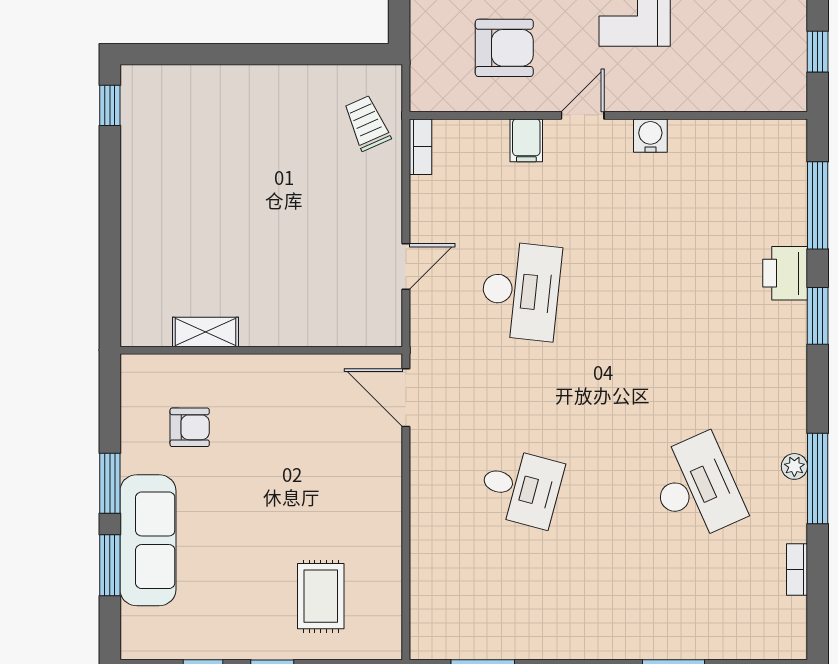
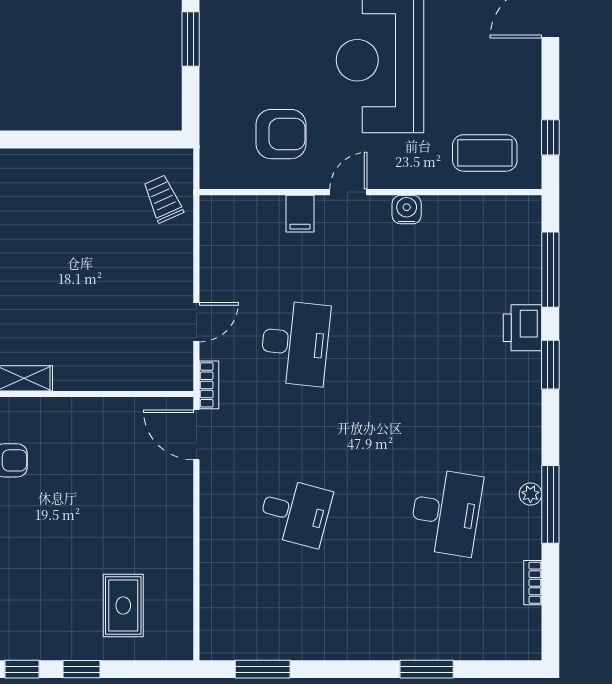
coffee table: (741, 70) -> (485, 153), added
bookcase: (420, 147) -> (209, 385), moved
desk: (696, 488) -> (446, 512), turned 33

